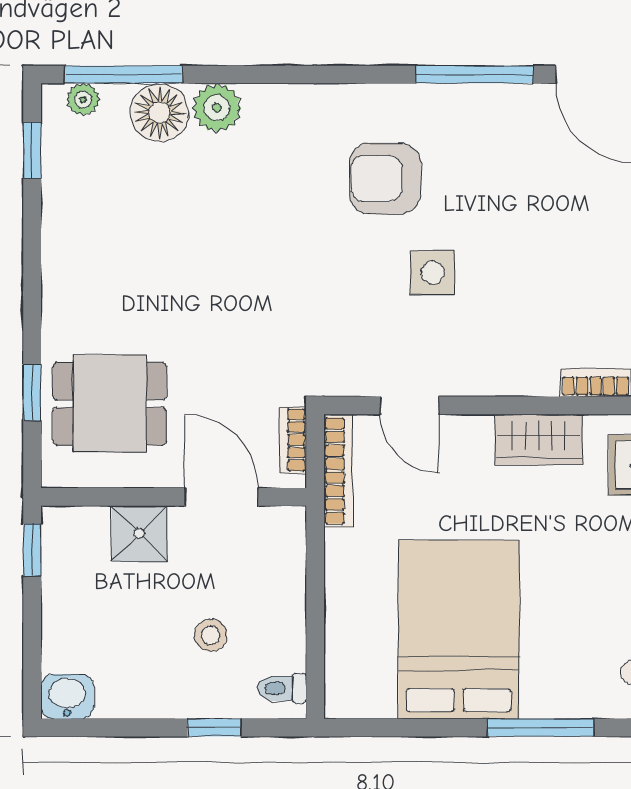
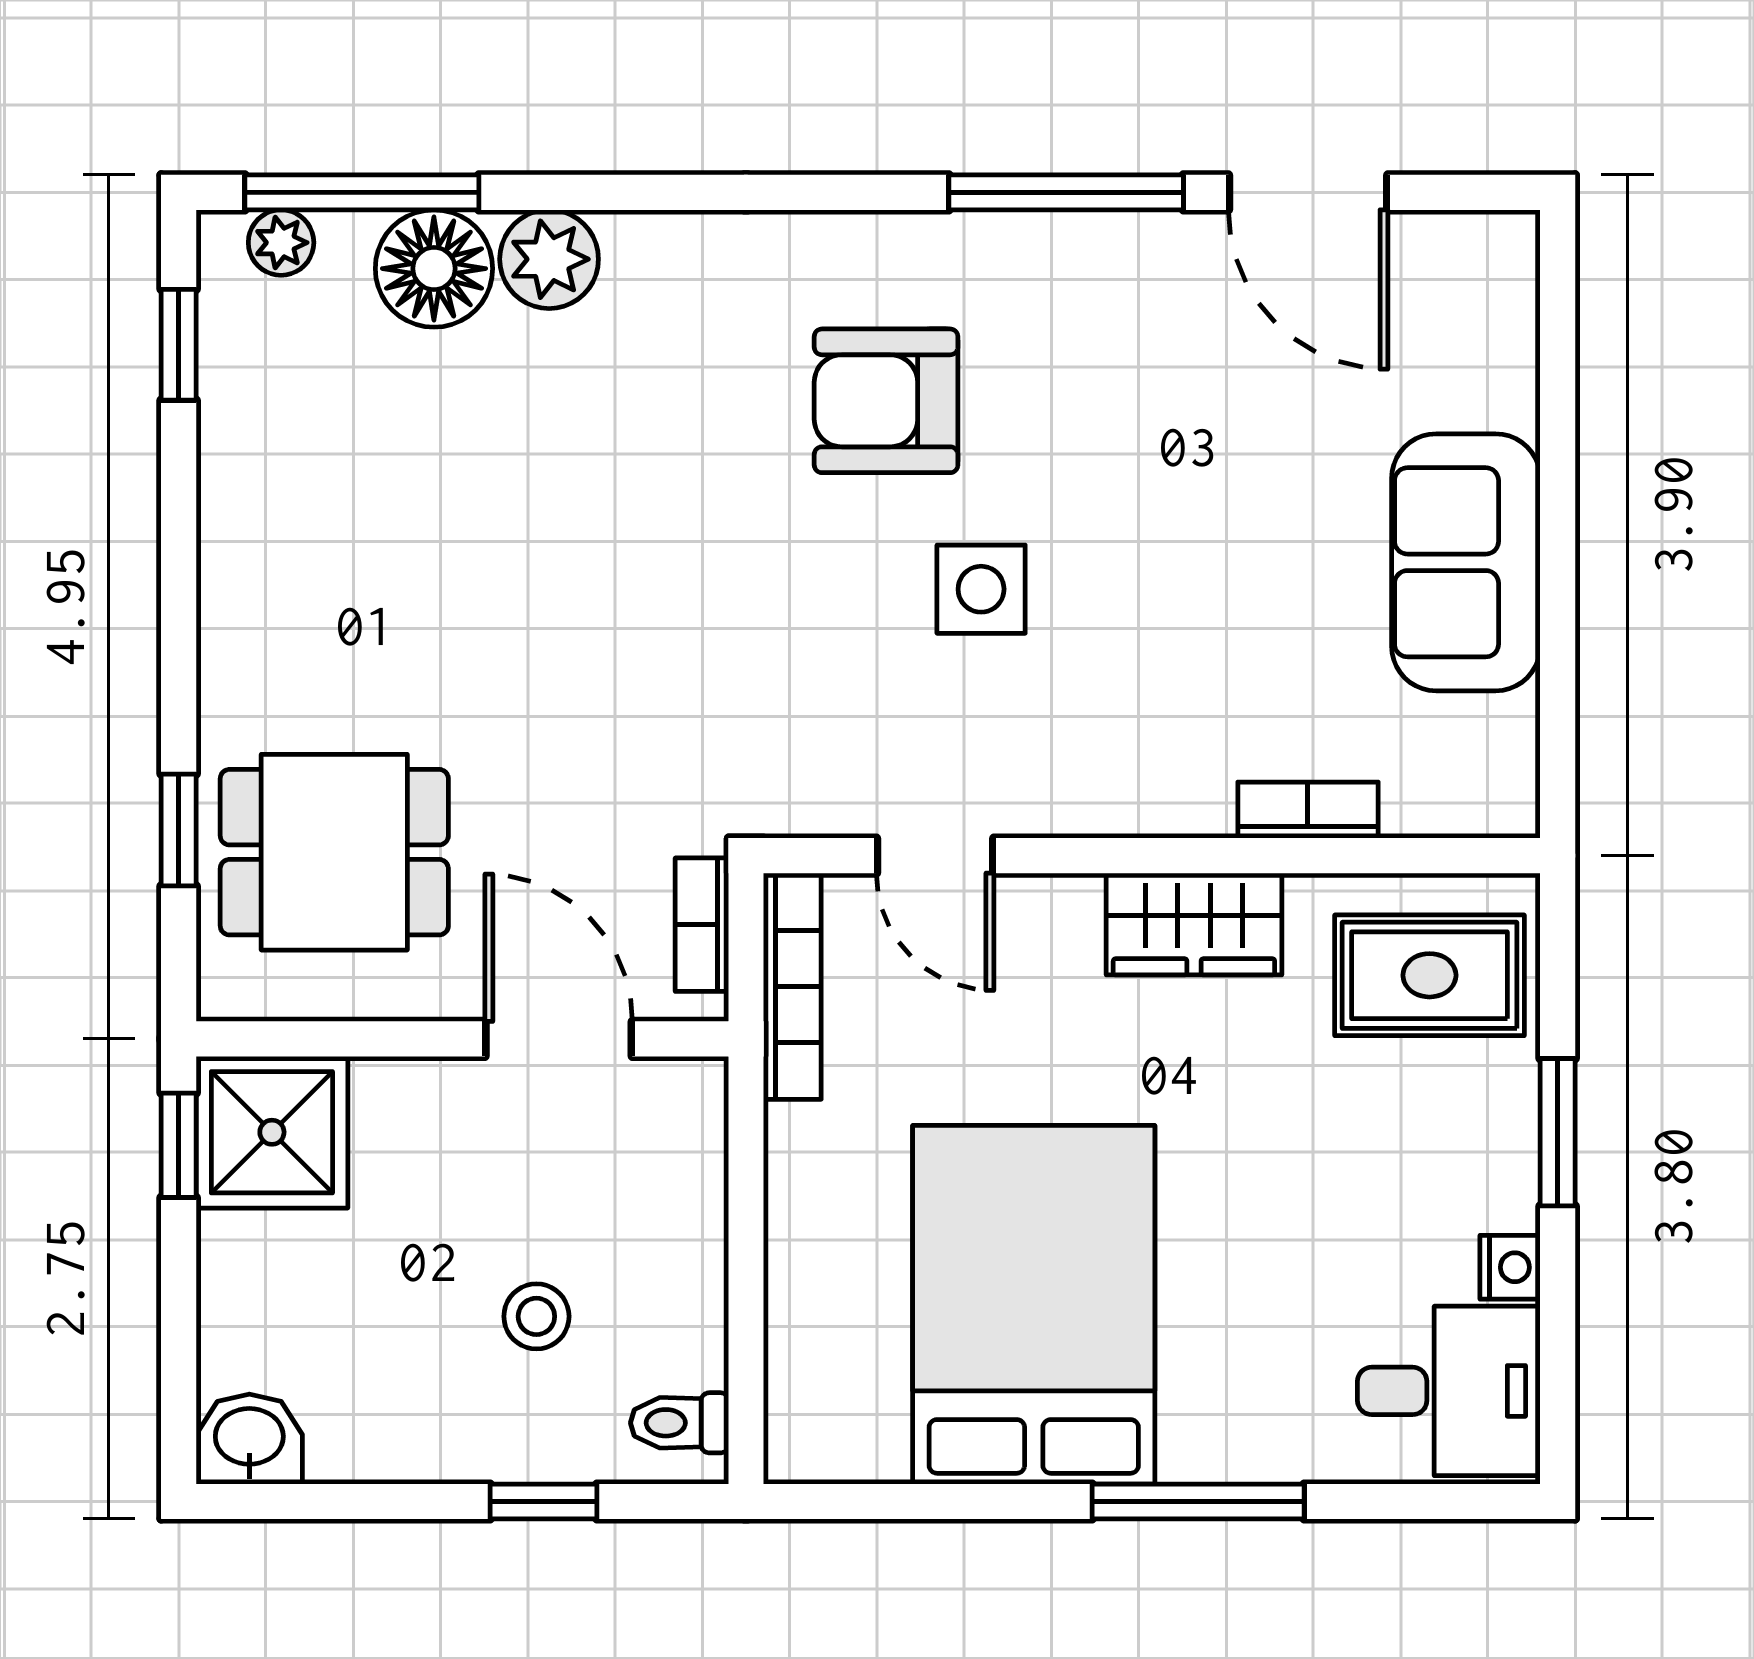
shower: (139, 533) -> (272, 1132), moved, width x1.36, depth x1.36

